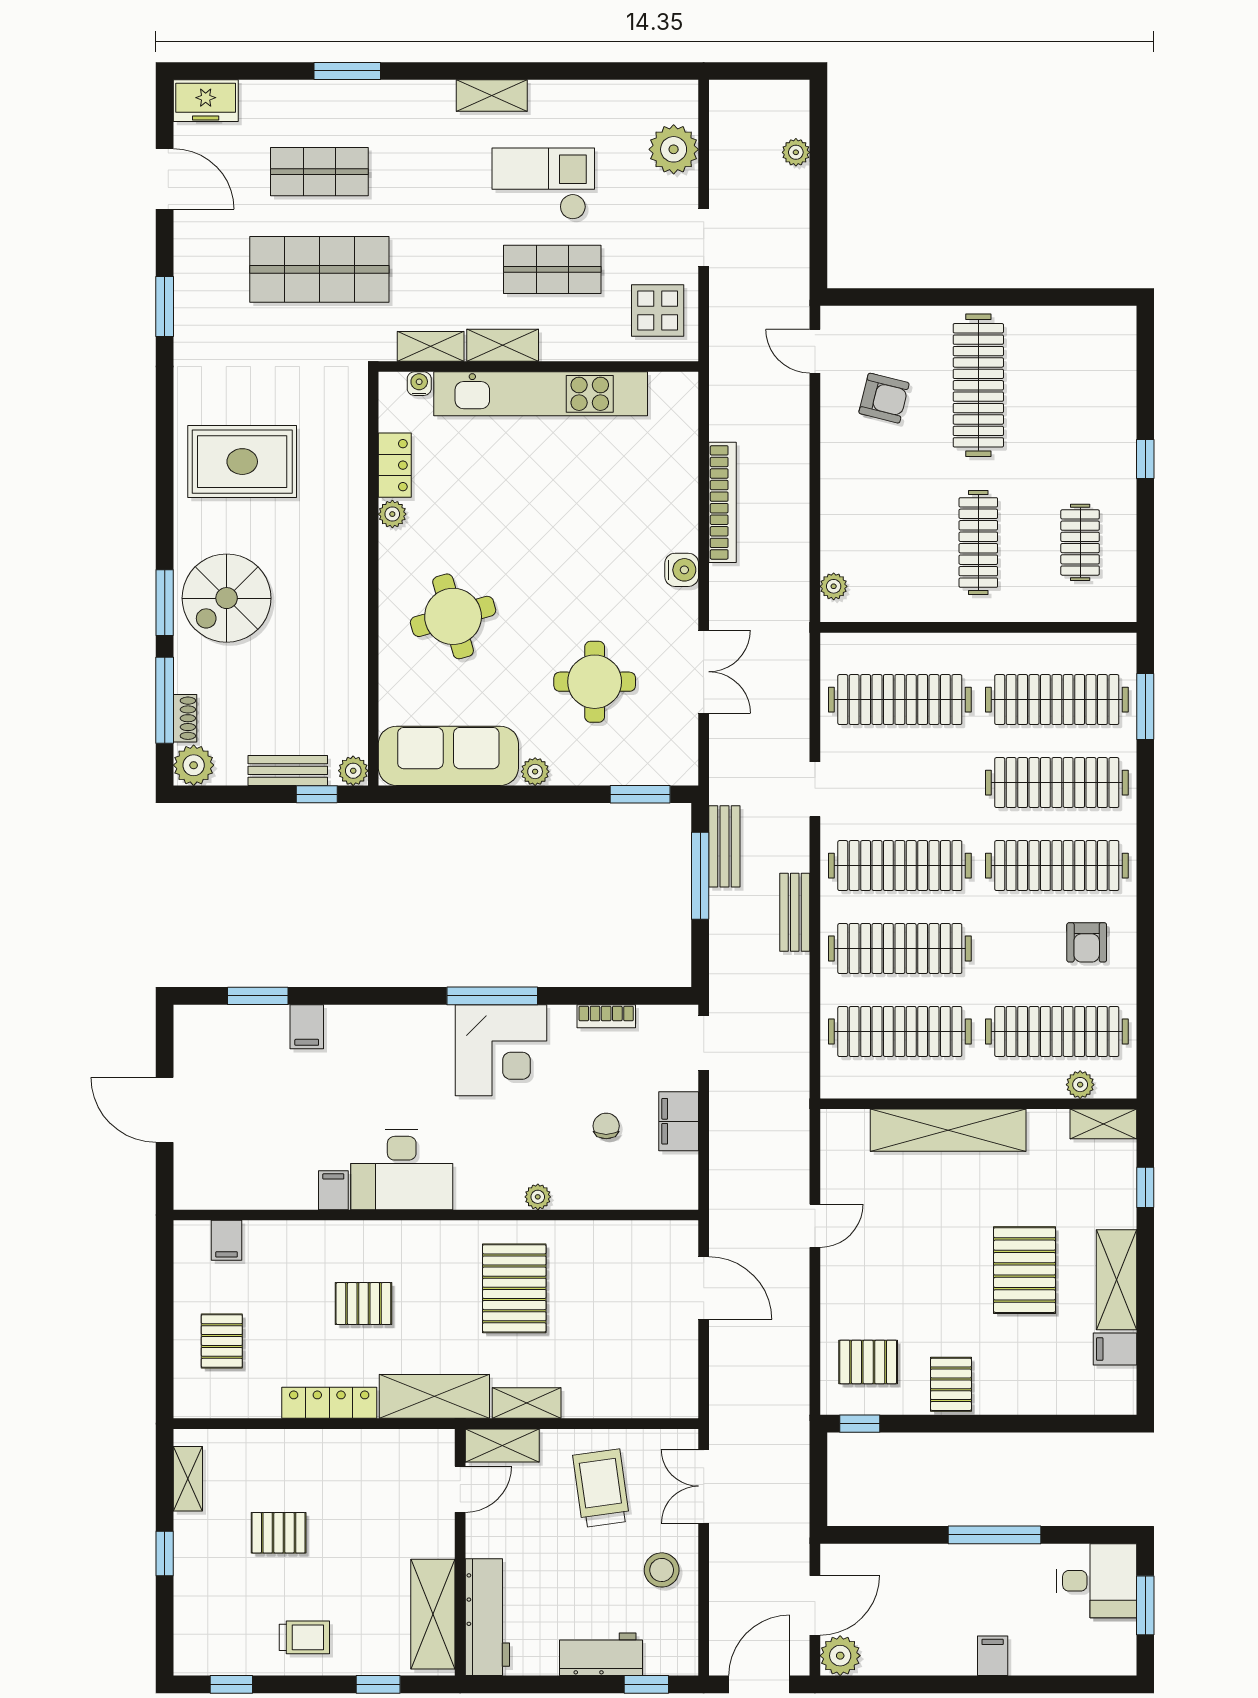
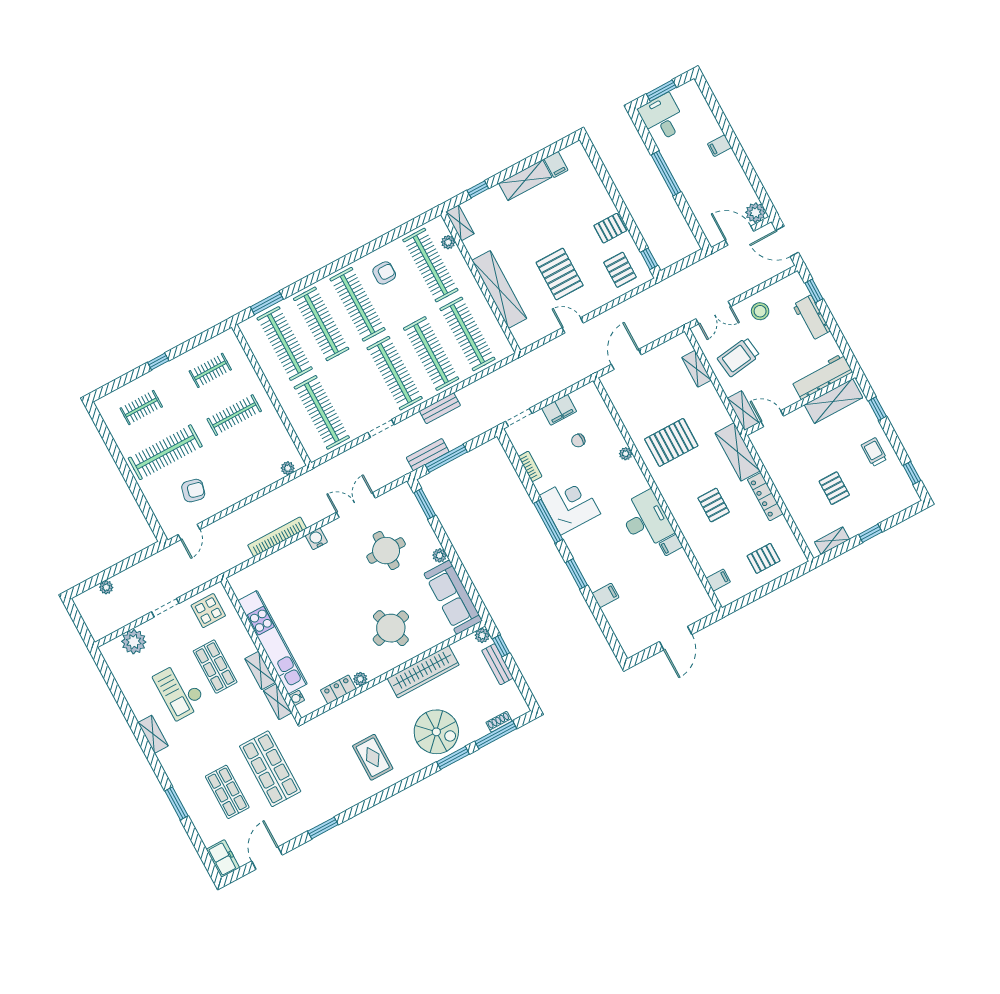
clothes rail: (1080, 385) -> (141, 408), added
armchair: (884, 398) -> (193, 491), turned 90
rug: (242, 462) -> (373, 757), width x0.73, depth x0.70
wardrobe: (345, 632) -> (423, 672), added
plant: (194, 765) -> (517, 707), removed
window: (258, 996) -> (577, 574), moved
pallet: (1024, 1270) -> (560, 274), moved, turned 90
shelving: (527, 1403) -> (697, 369), moved

